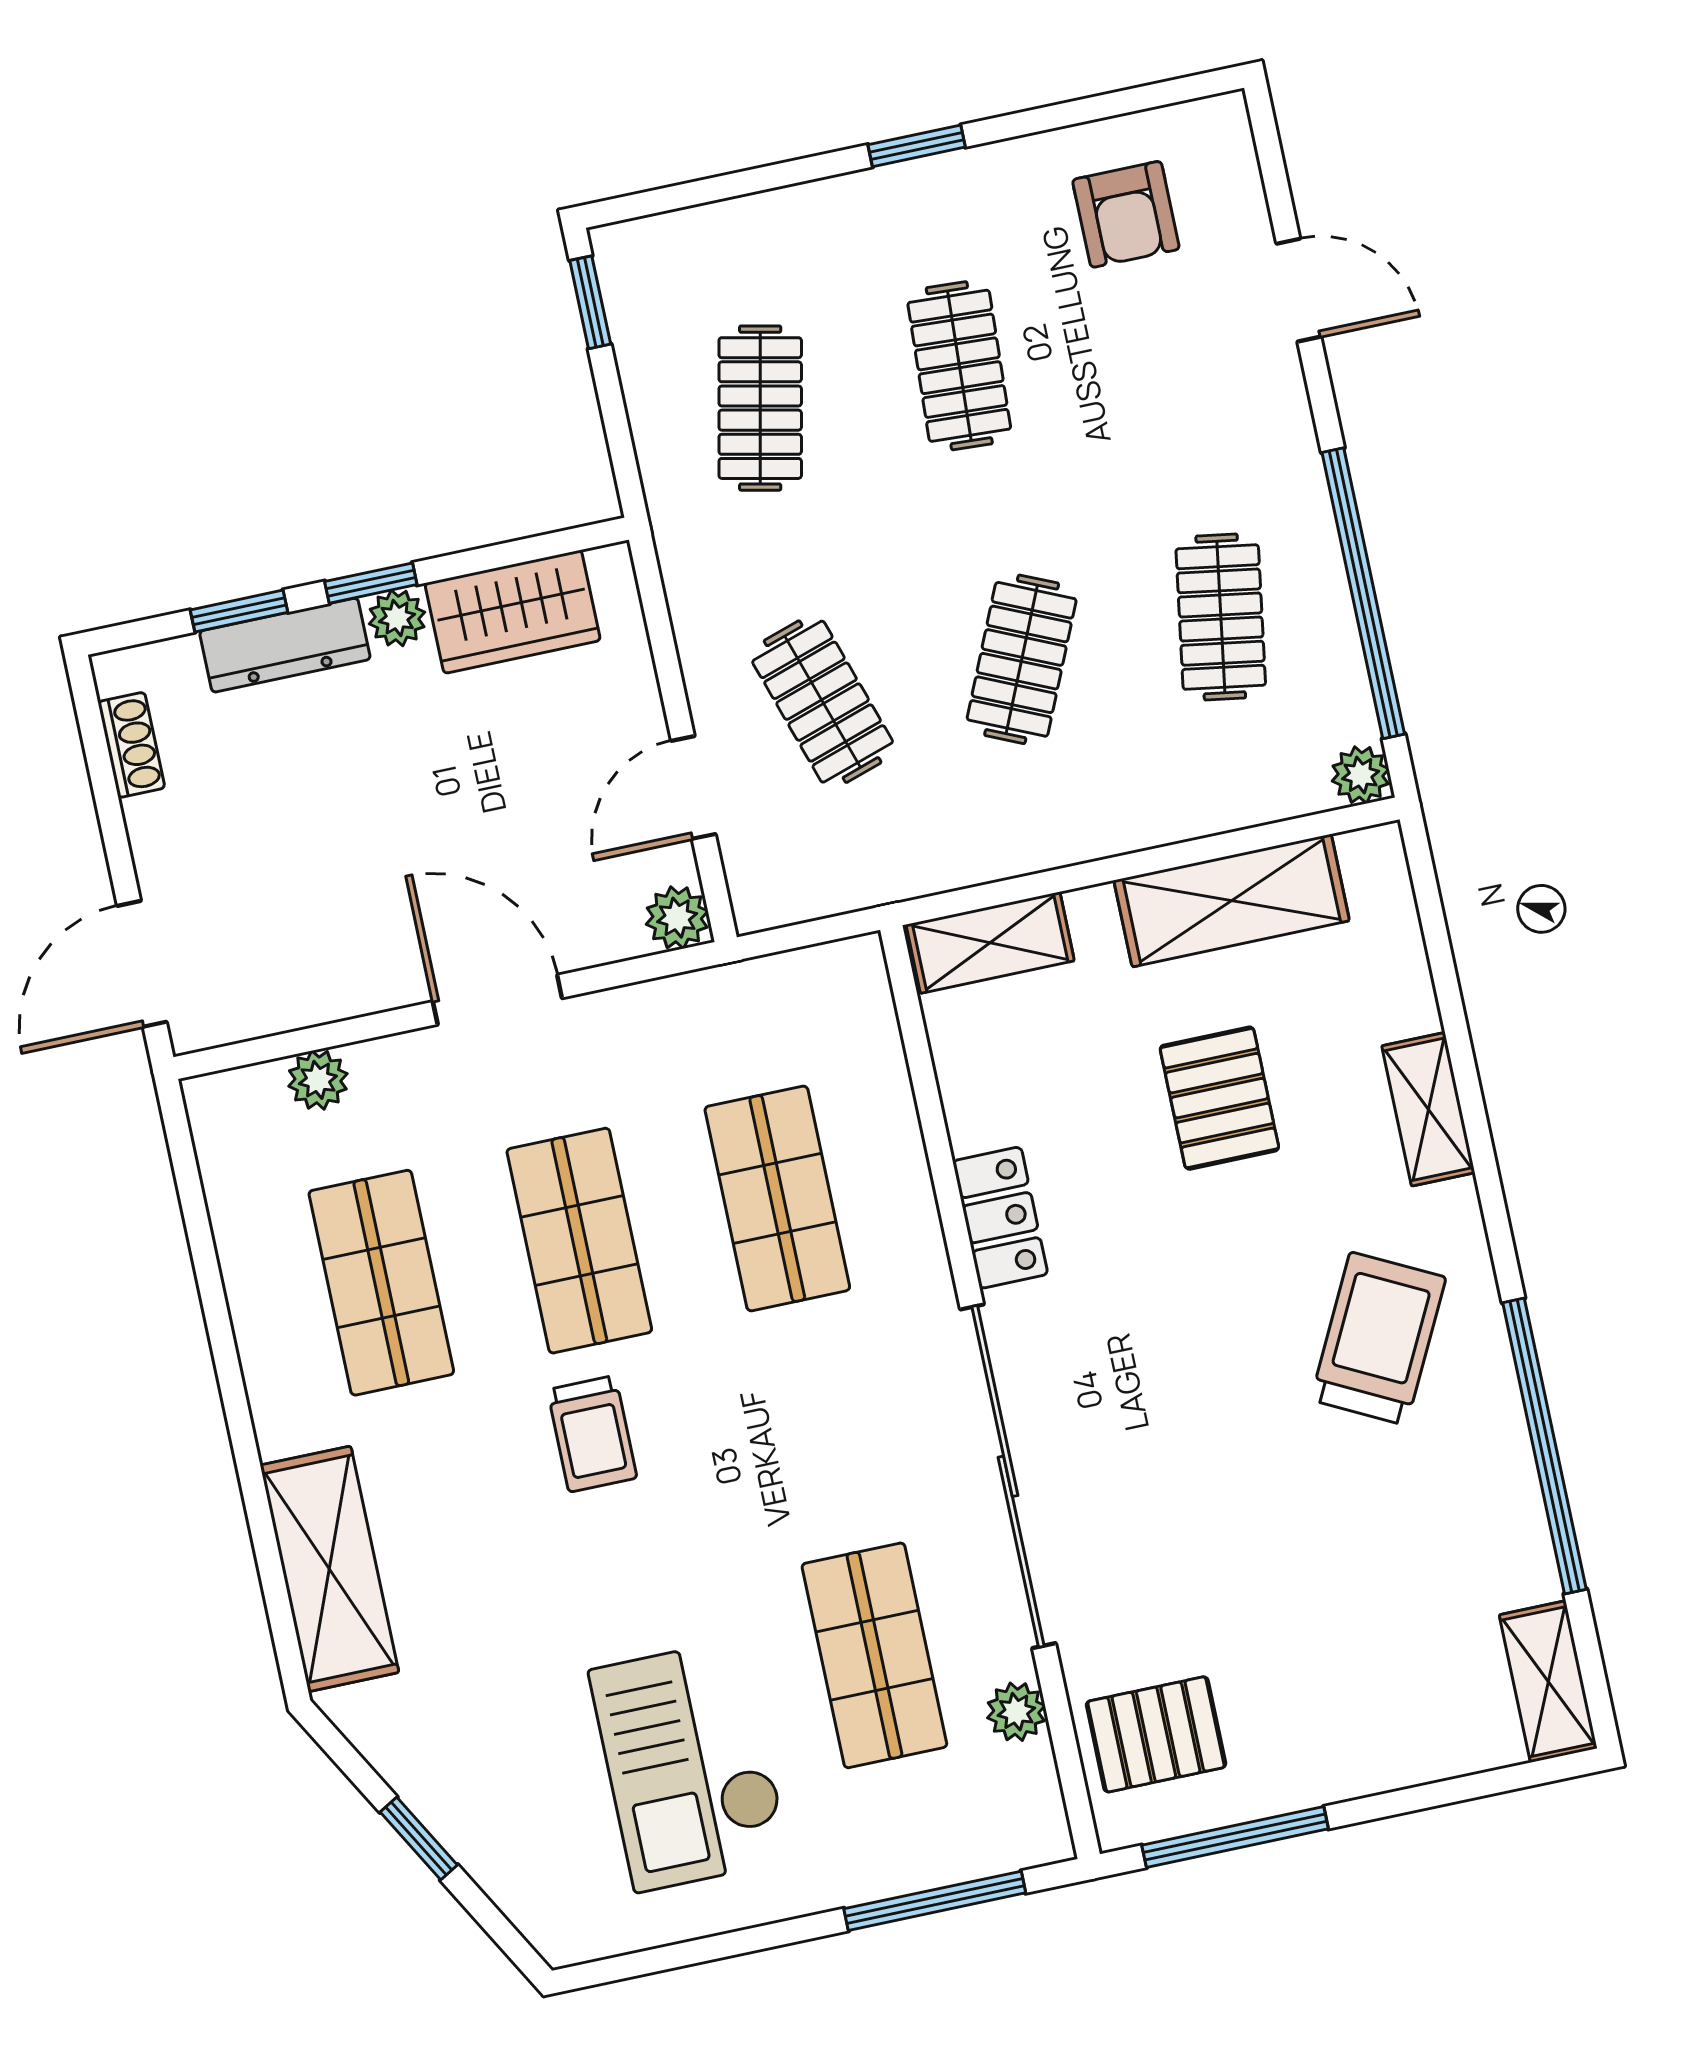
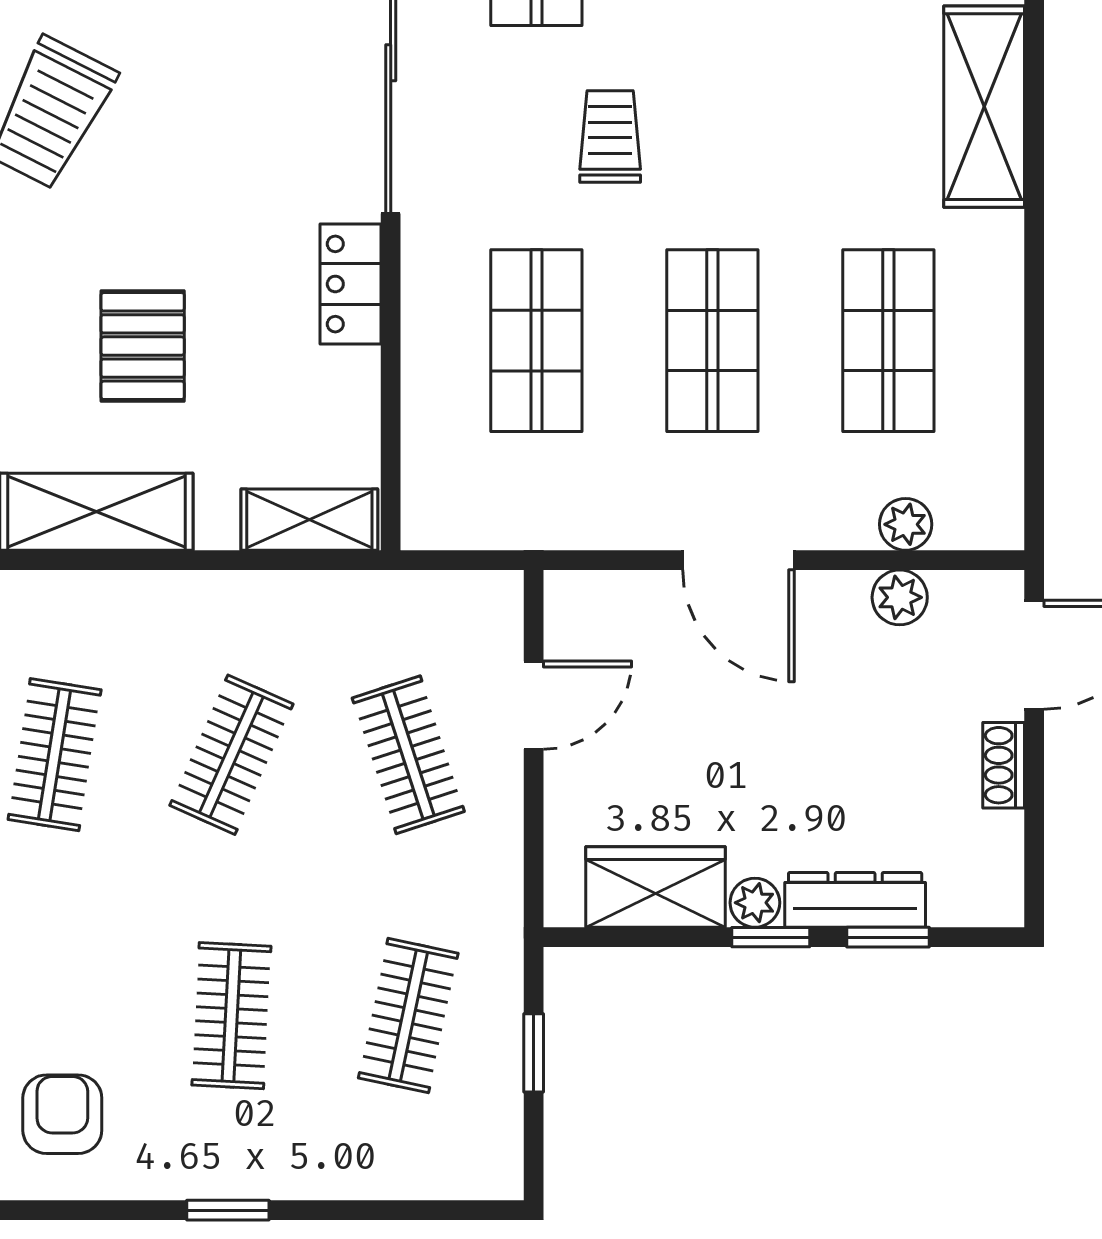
window: (590, 302) -> (534, 1053), moved
shoe rack: (131, 745) -> (1004, 765), moved
plant: (677, 918) -> (900, 597), moved
trolley: (592, 1434) -> (610, 137), moved

